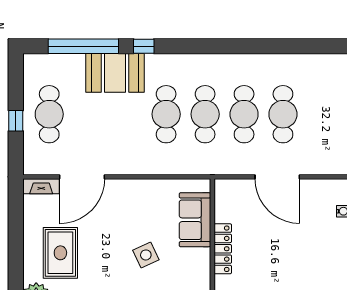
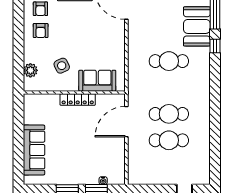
cafe table: (205, 114) -> (169, 87), removed
door: (277, 177) -> (126, 122), moved
side table: (146, 255) -> (62, 66), moved

